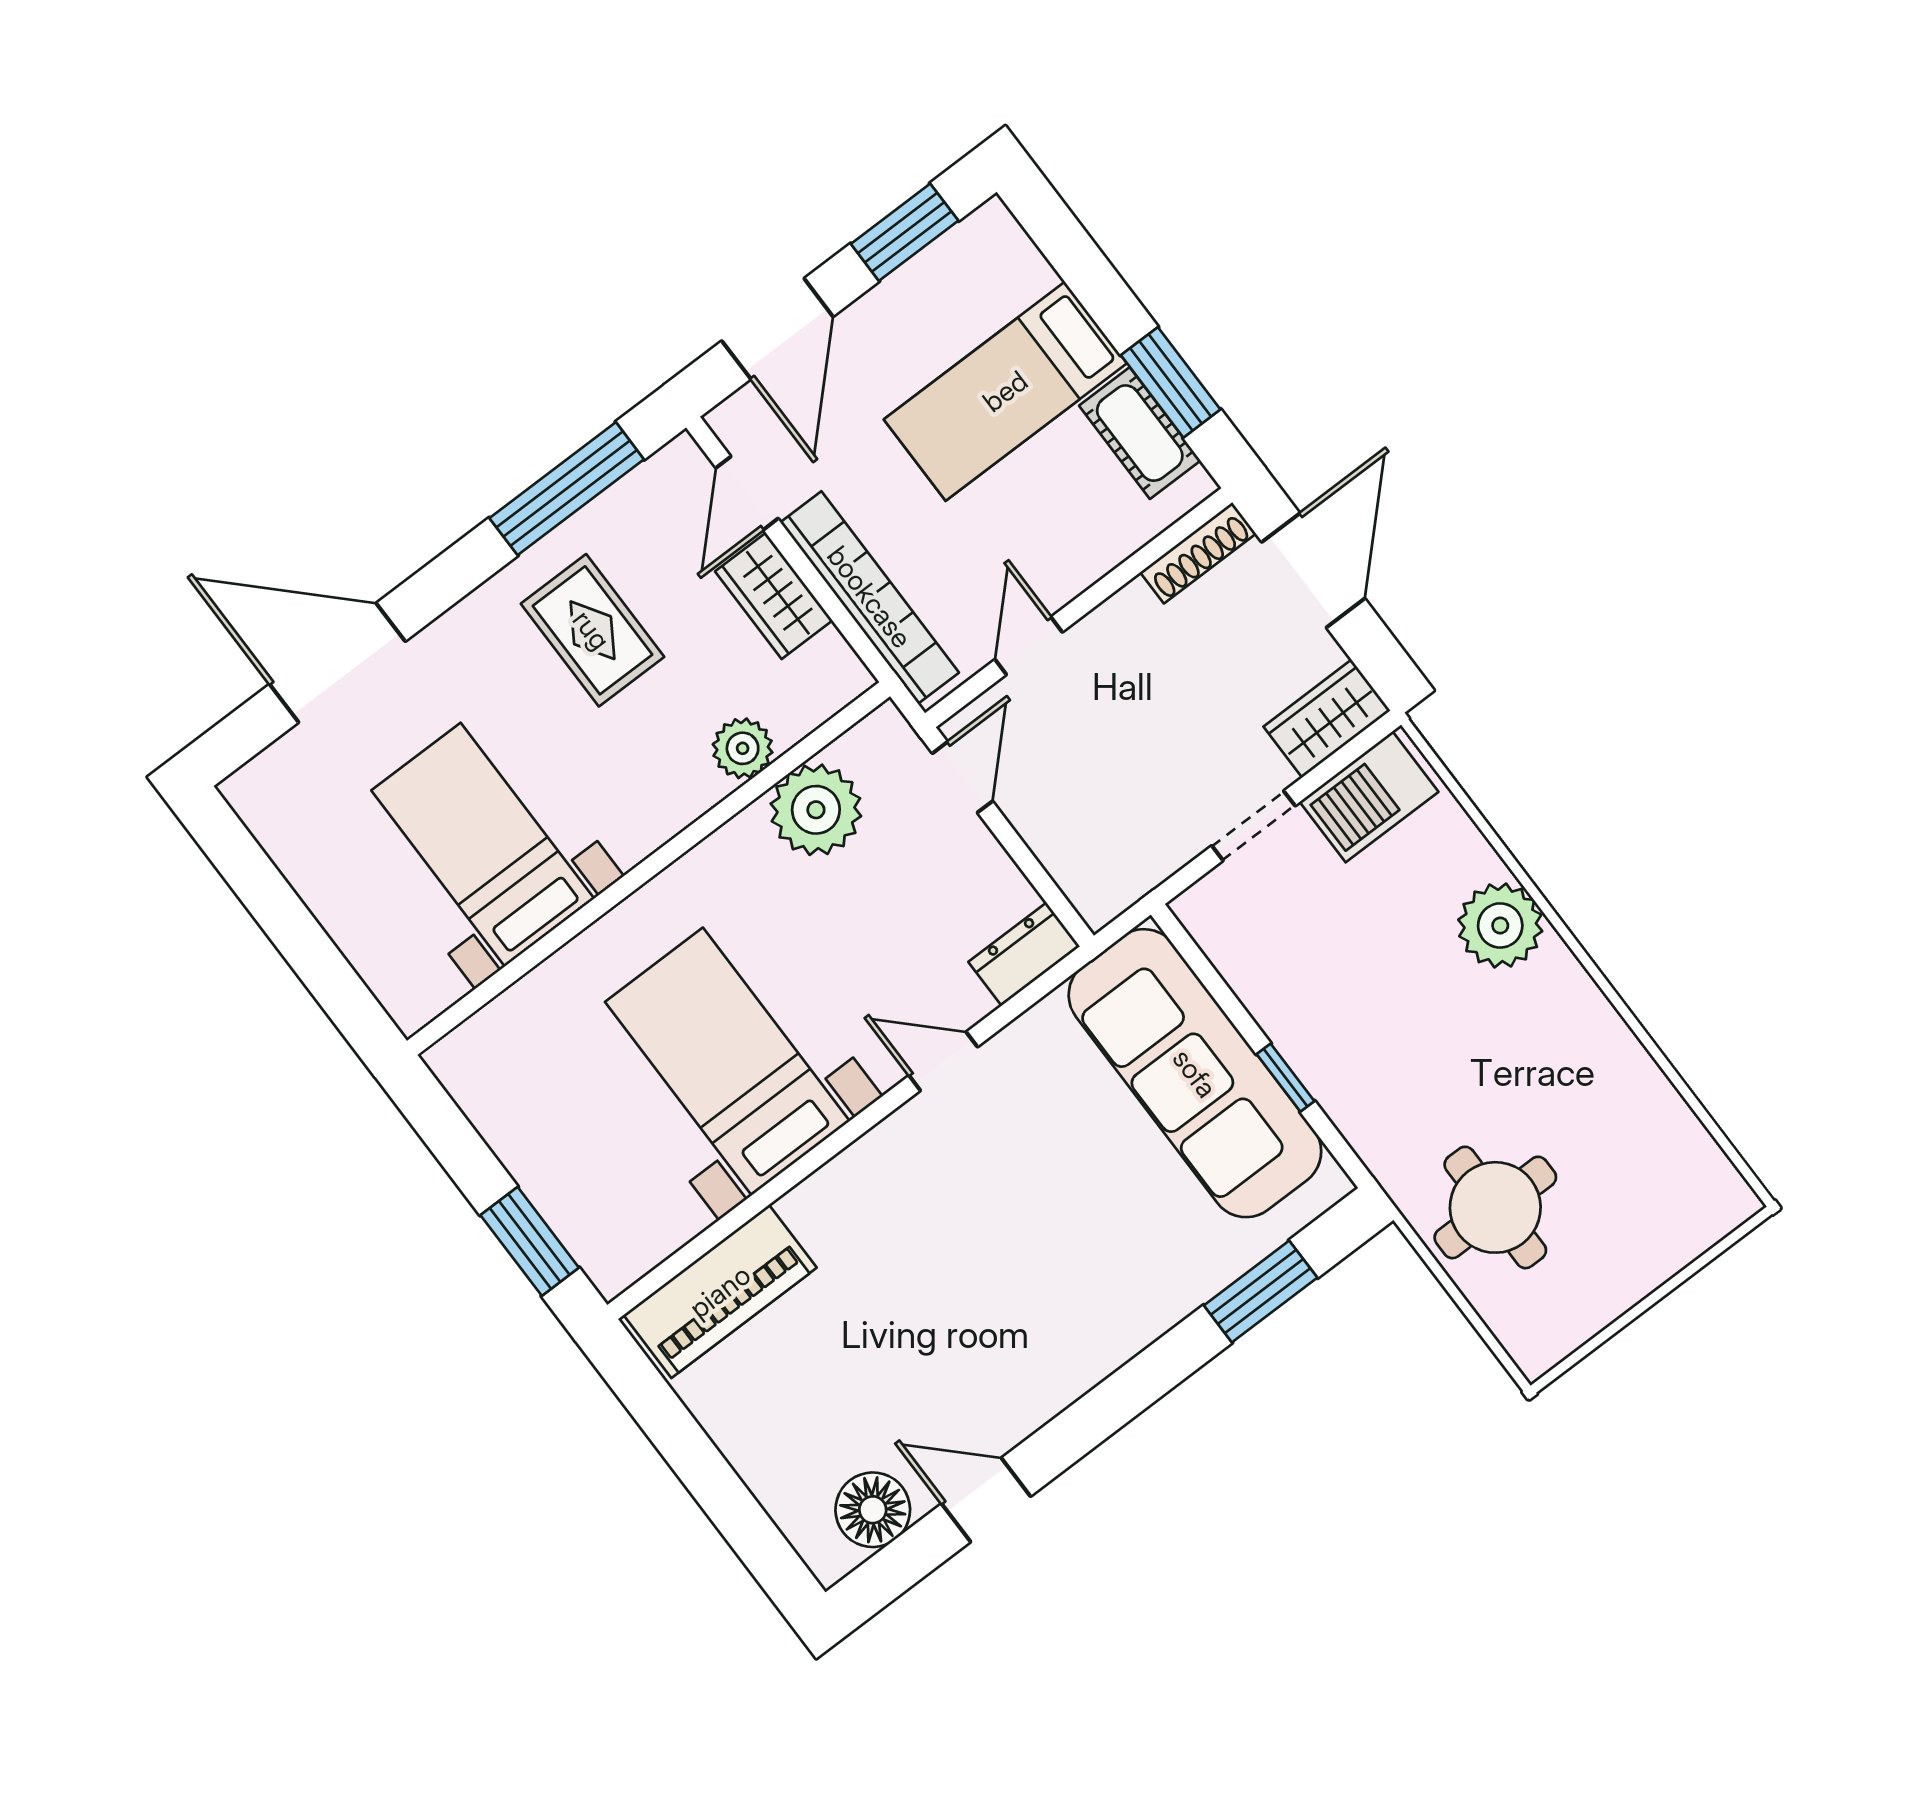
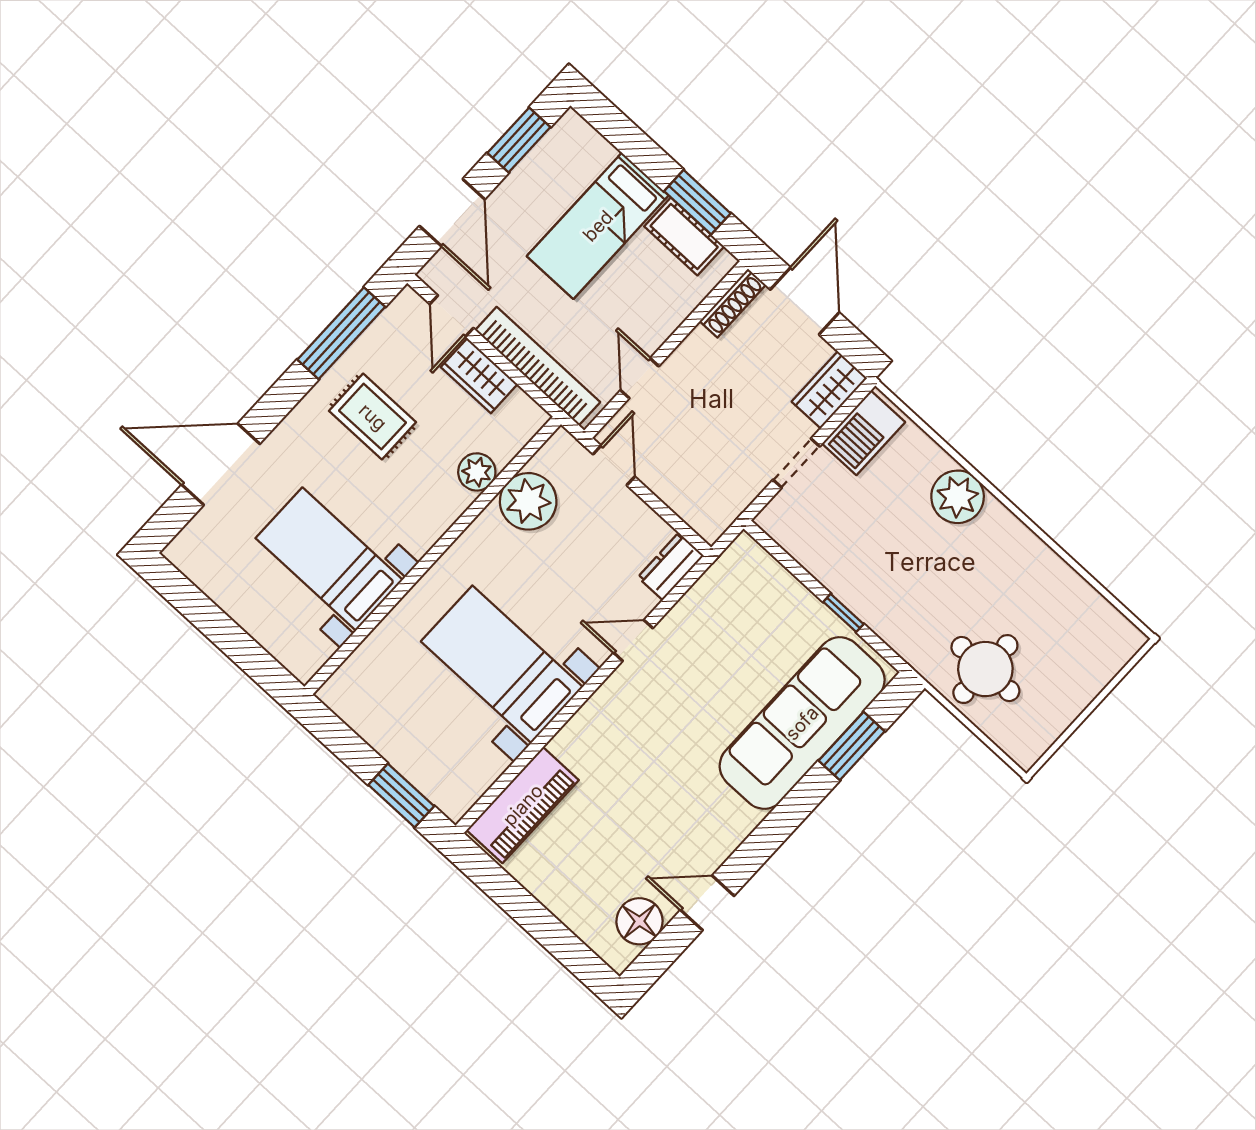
sofa: (1195, 1073) -> (802, 723), moved, turned 90

